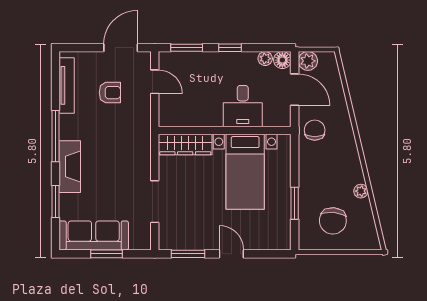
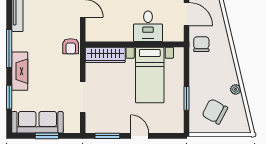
armchair: (110, 93) -> (71, 46), moved, turned 90
chair: (333, 221) -> (215, 111), turned 112

